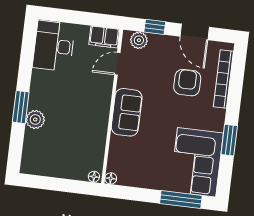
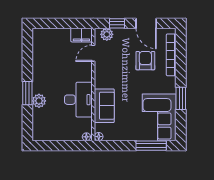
desk: (54, 46) -> (78, 100), moved, turned 180
sofa: (127, 112) -> (104, 106), moved

